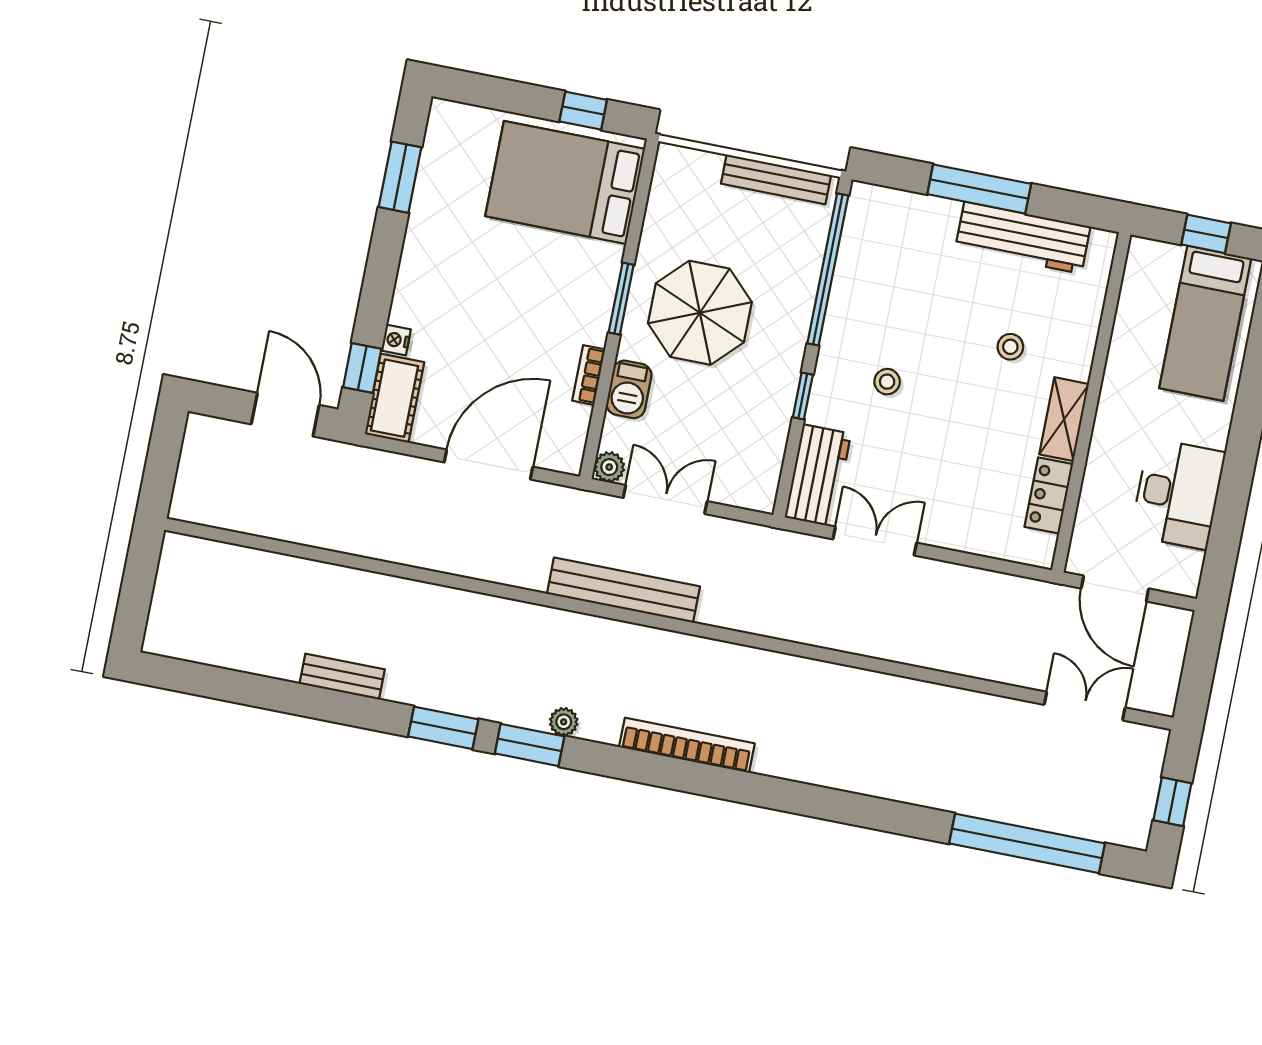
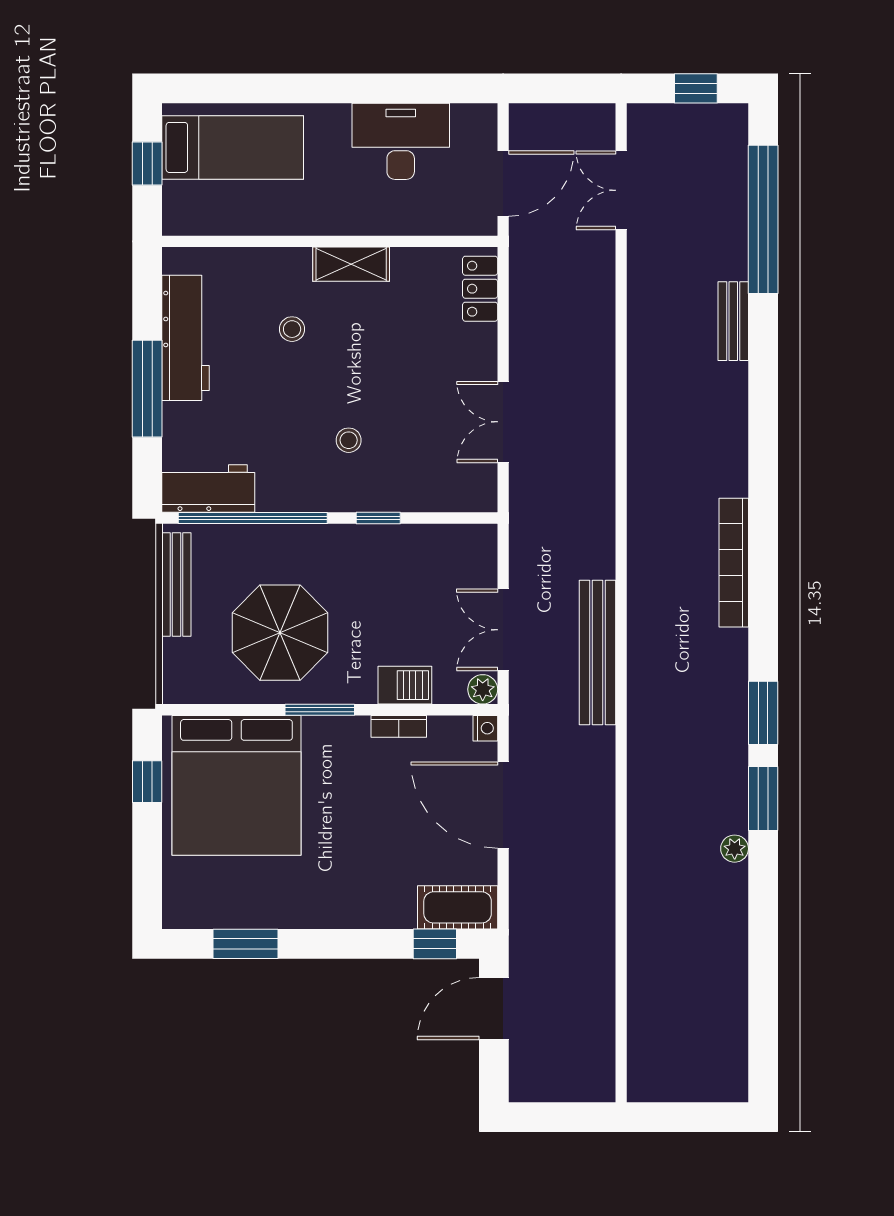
bed: (565, 182) -> (236, 785), width x1.36
parasol: (700, 313) -> (280, 633), moved
nightstand: (396, 340) -> (485, 728), moved, turned -90
workbench: (818, 475) -> (208, 489), moved
locker: (1049, 495) -> (480, 289), moved, turned 90
bench: (342, 677) -> (733, 321), moved
plant: (564, 722) -> (735, 849), moved

